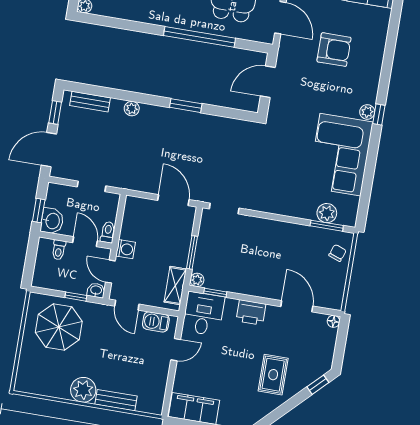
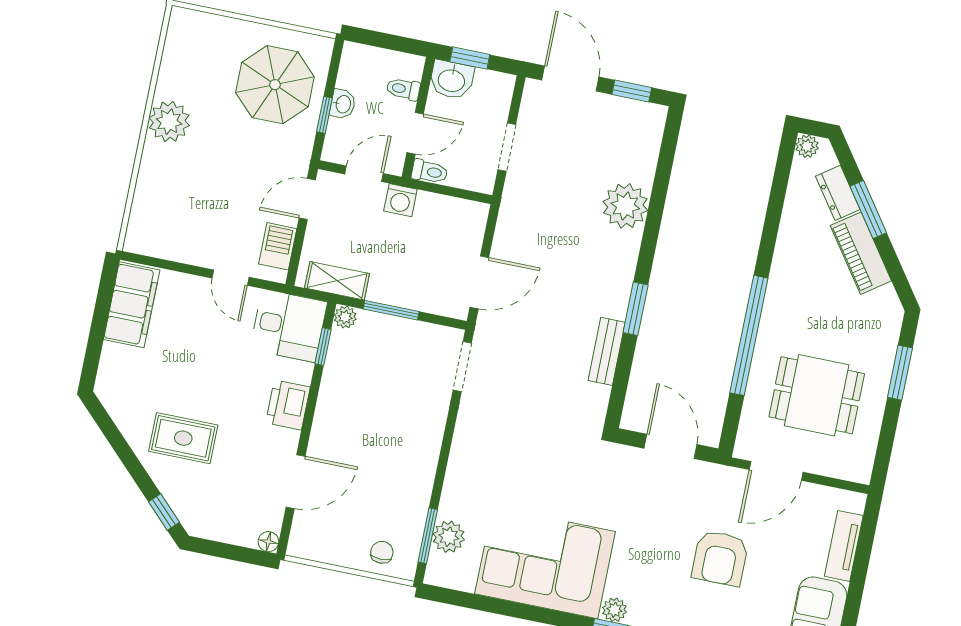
bench: (90, 102) -> (607, 351), moved
plant: (132, 109) -> (625, 206), width x1.88, depth x1.88
chair: (338, 253) -> (382, 552), turned -110
washbasin: (96, 290) -> (343, 104), moved
bench: (116, 400) -> (150, 176), removed

